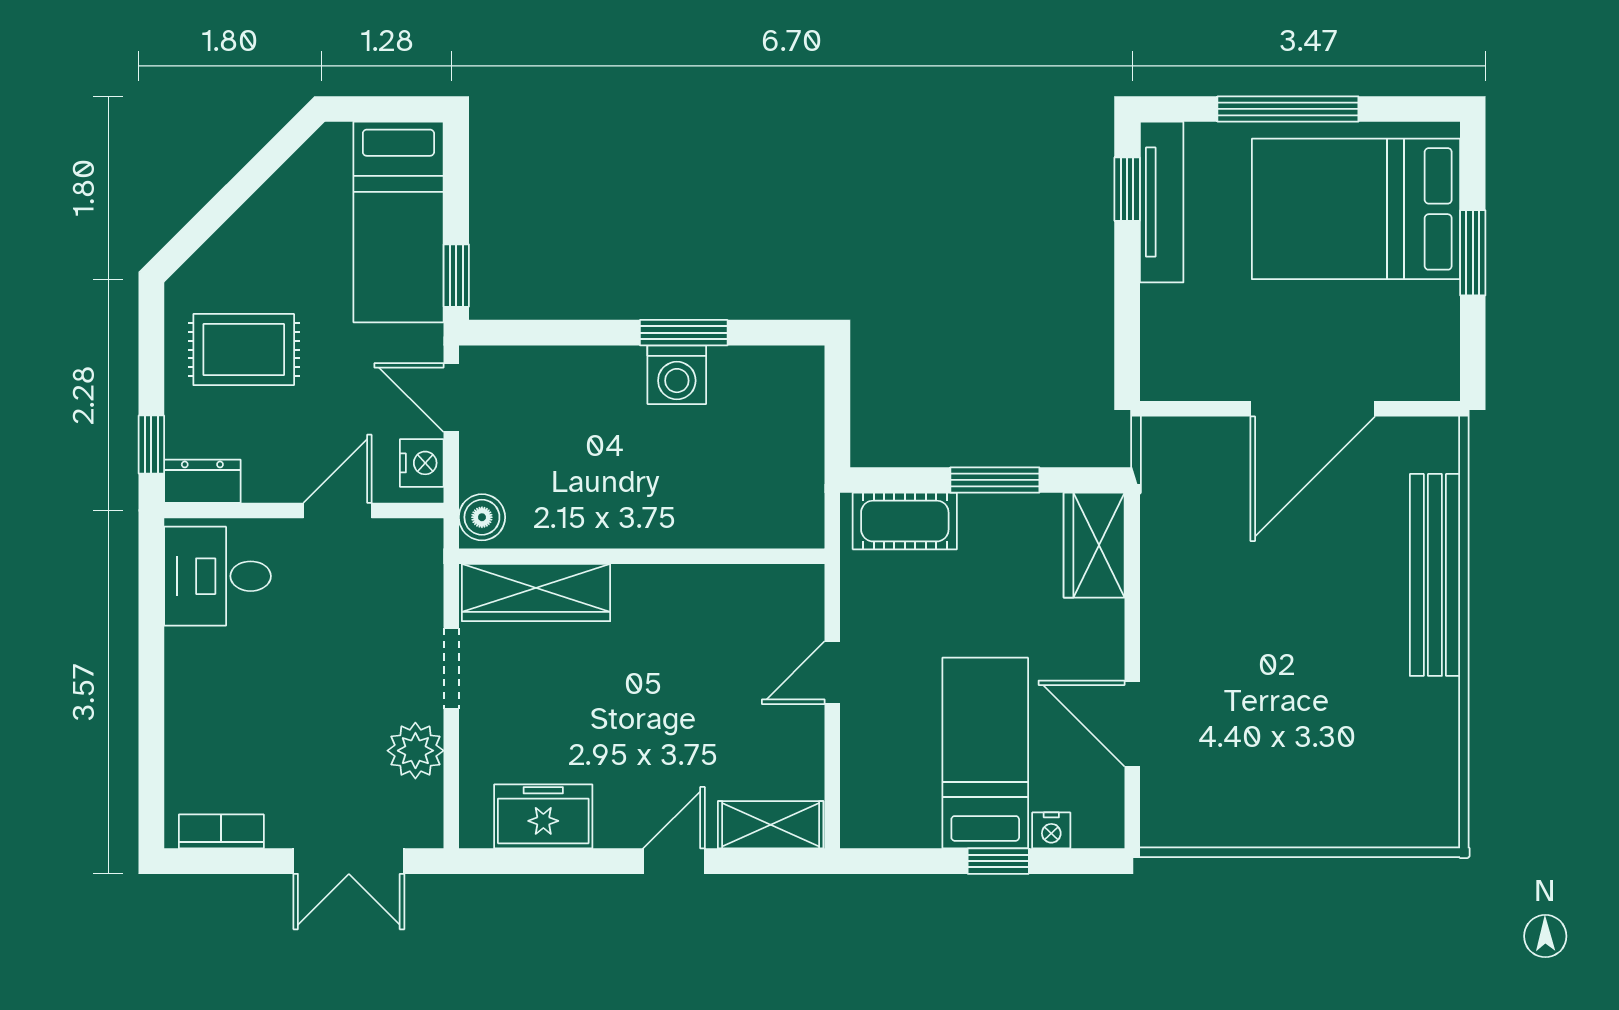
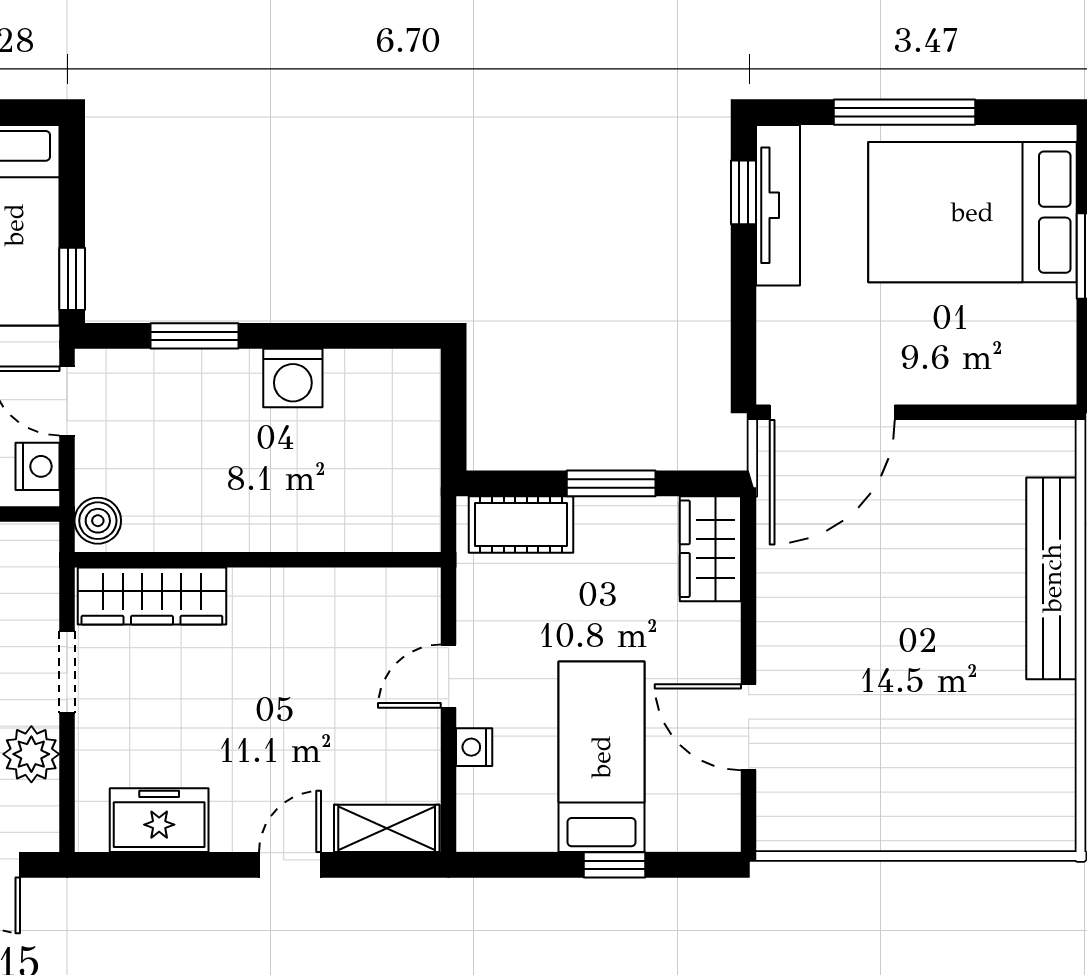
window: (684, 333) -> (194, 336), moved
door: (1313, 409) -> (832, 412), moved
nightstand: (1051, 830) -> (474, 747), moved, turned 90

